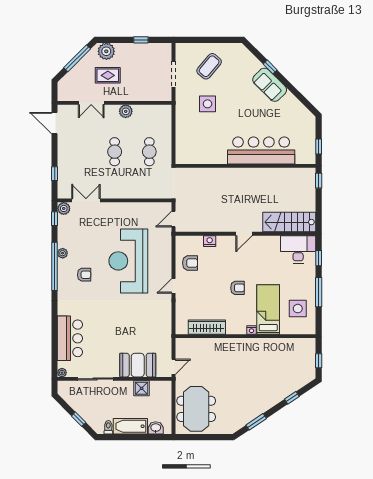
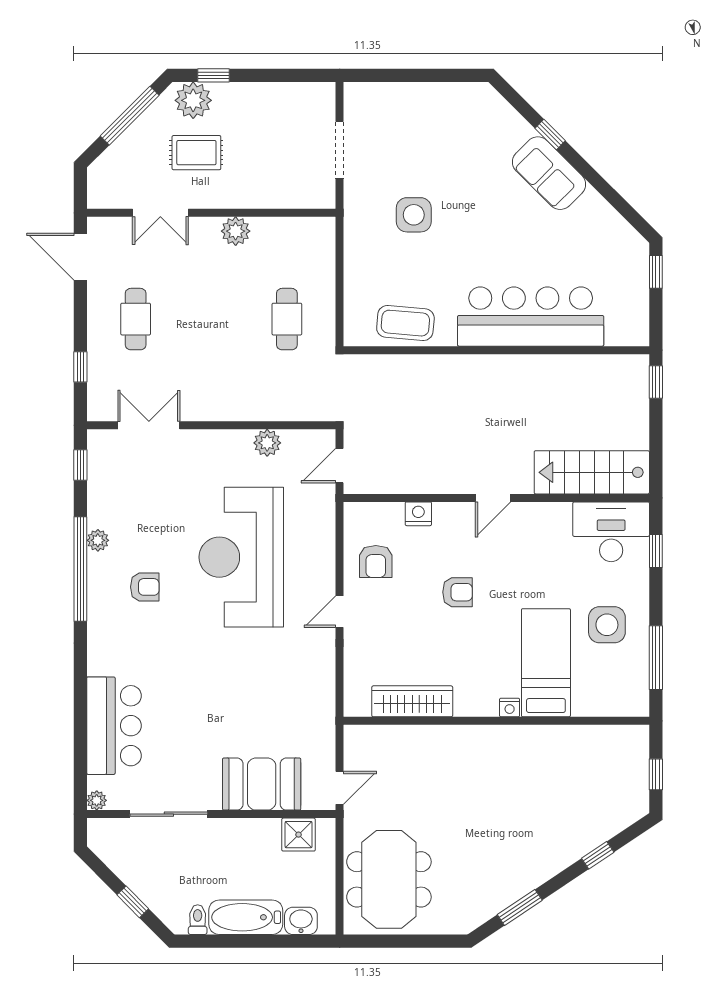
window: (141, 40) -> (213, 75), moved
coffee table: (209, 66) -> (405, 323), moved, turned 55
window: (319, 147) -> (656, 272), moved
cafe table: (115, 152) -> (136, 319), moved
plant: (64, 208) -> (267, 443), moved
armchair: (190, 263) -> (376, 562), turned 90
armchair: (237, 288) -> (458, 592), moved
window: (319, 292) -> (656, 658), moved
side table: (298, 309) -> (607, 625), moved
shower: (142, 388) -> (299, 835), moved

